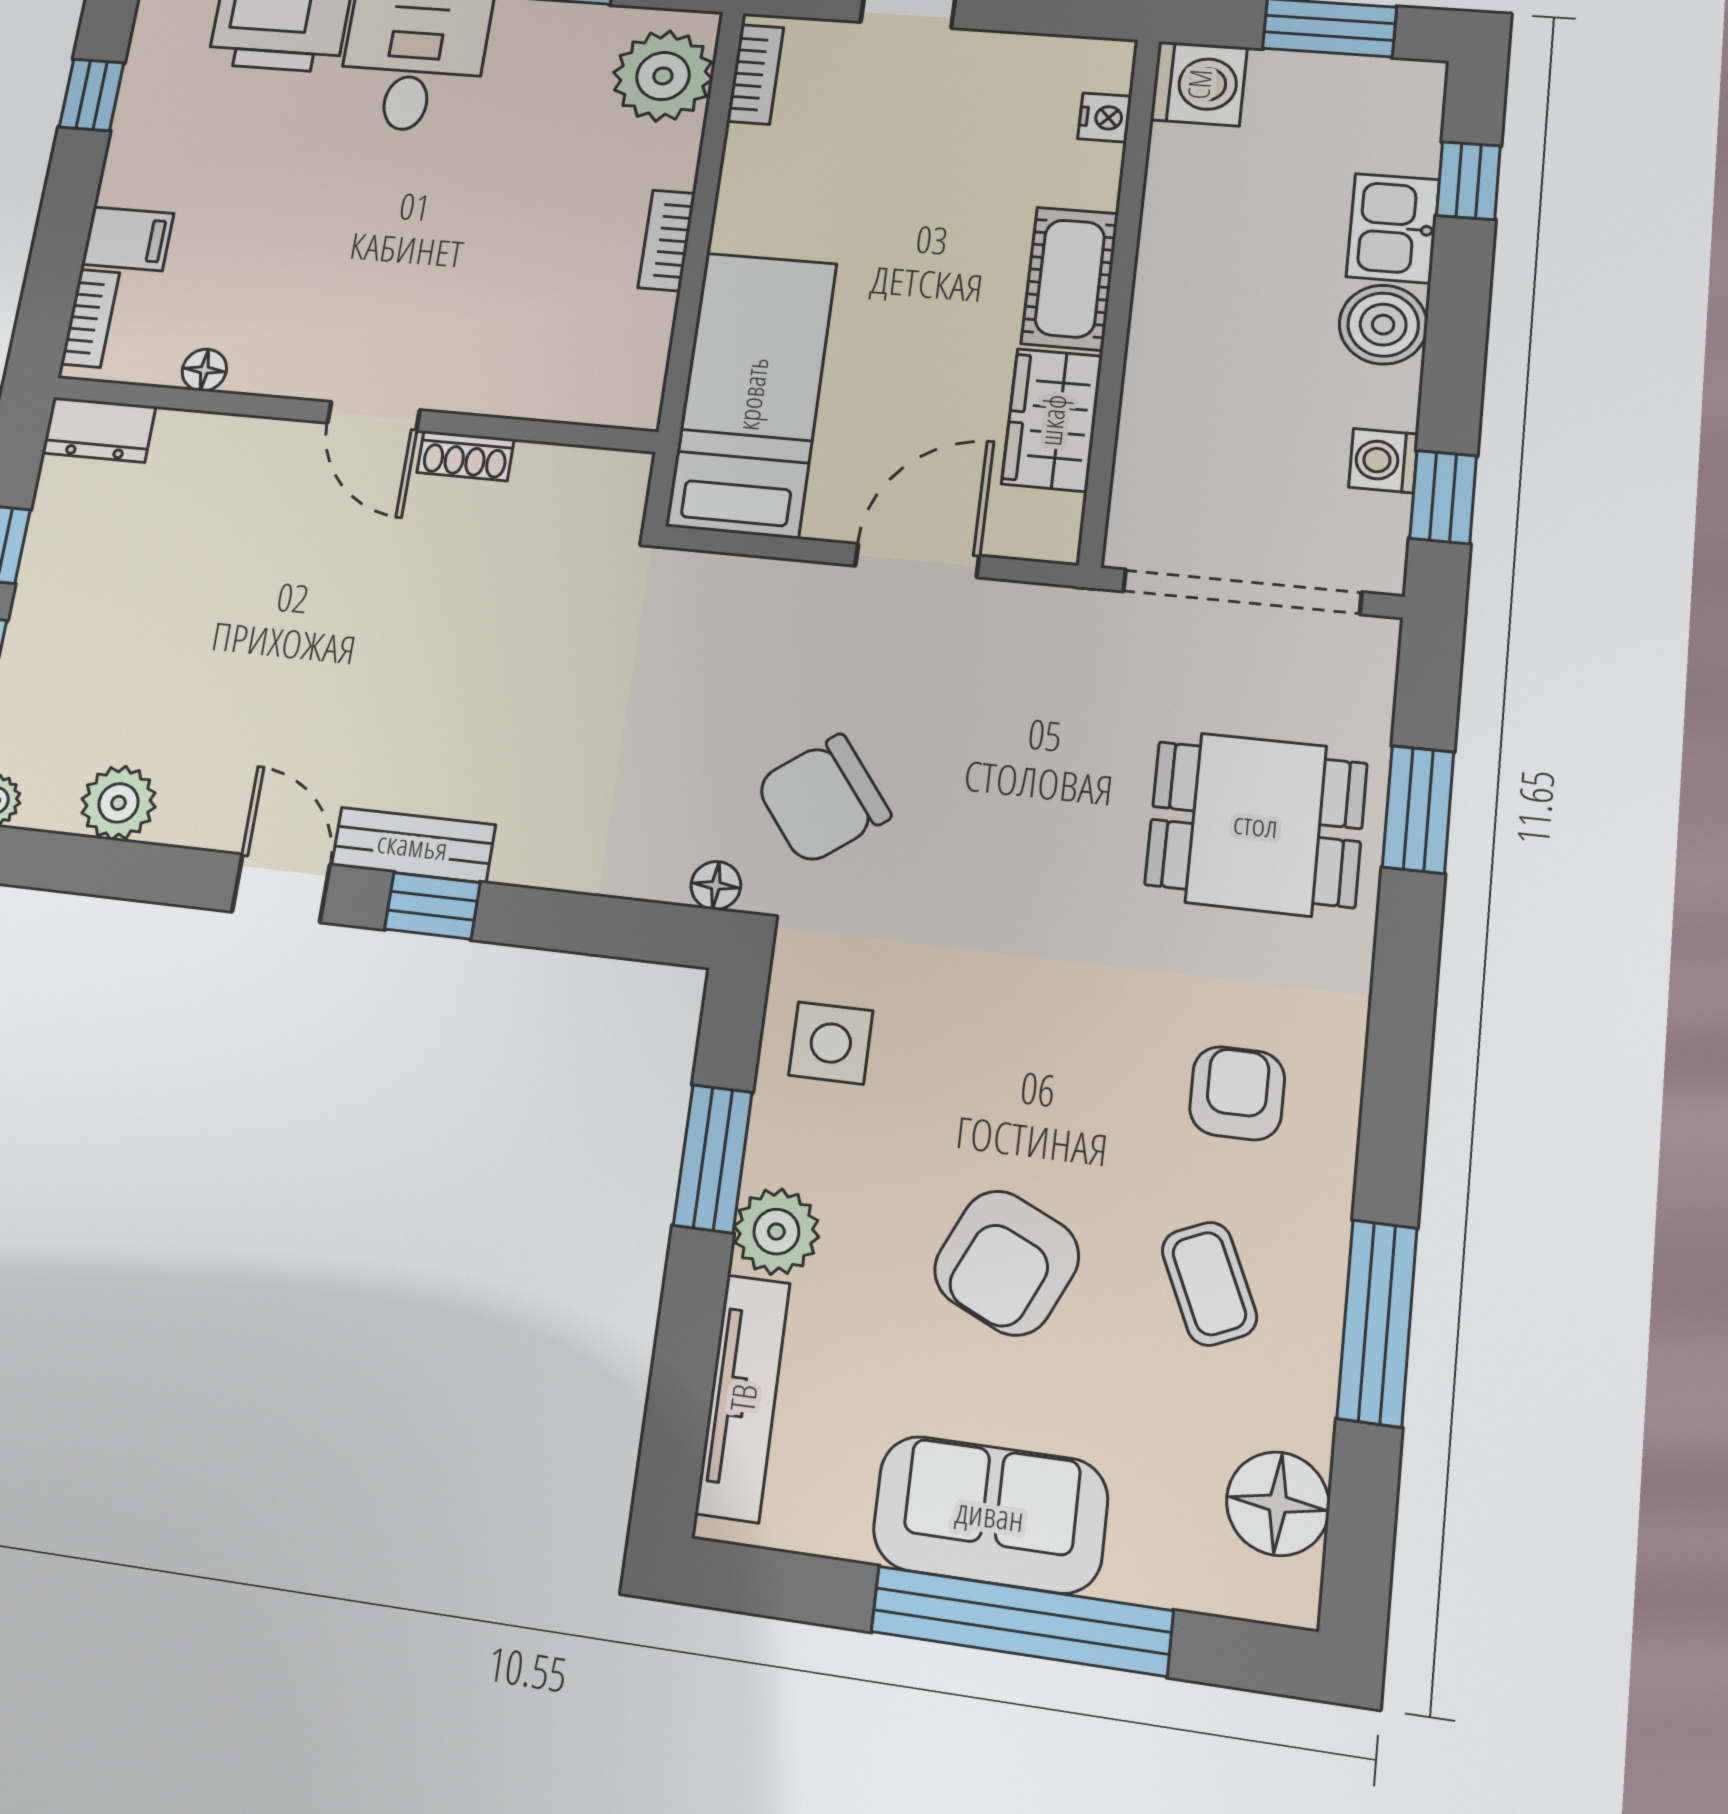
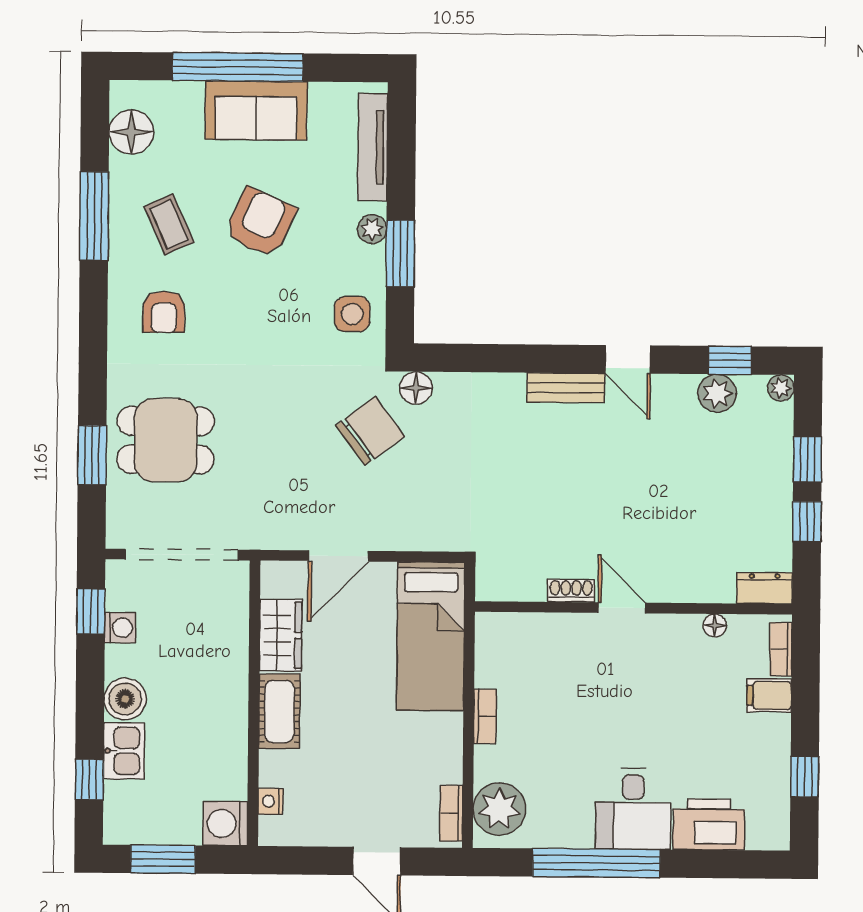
floor lamp: (716, 885) -> (416, 388), width x1.37, depth x1.37
window: (432, 906) -> (730, 360), moved
plant: (776, 1232) -> (372, 229), width x0.73, depth x0.73

